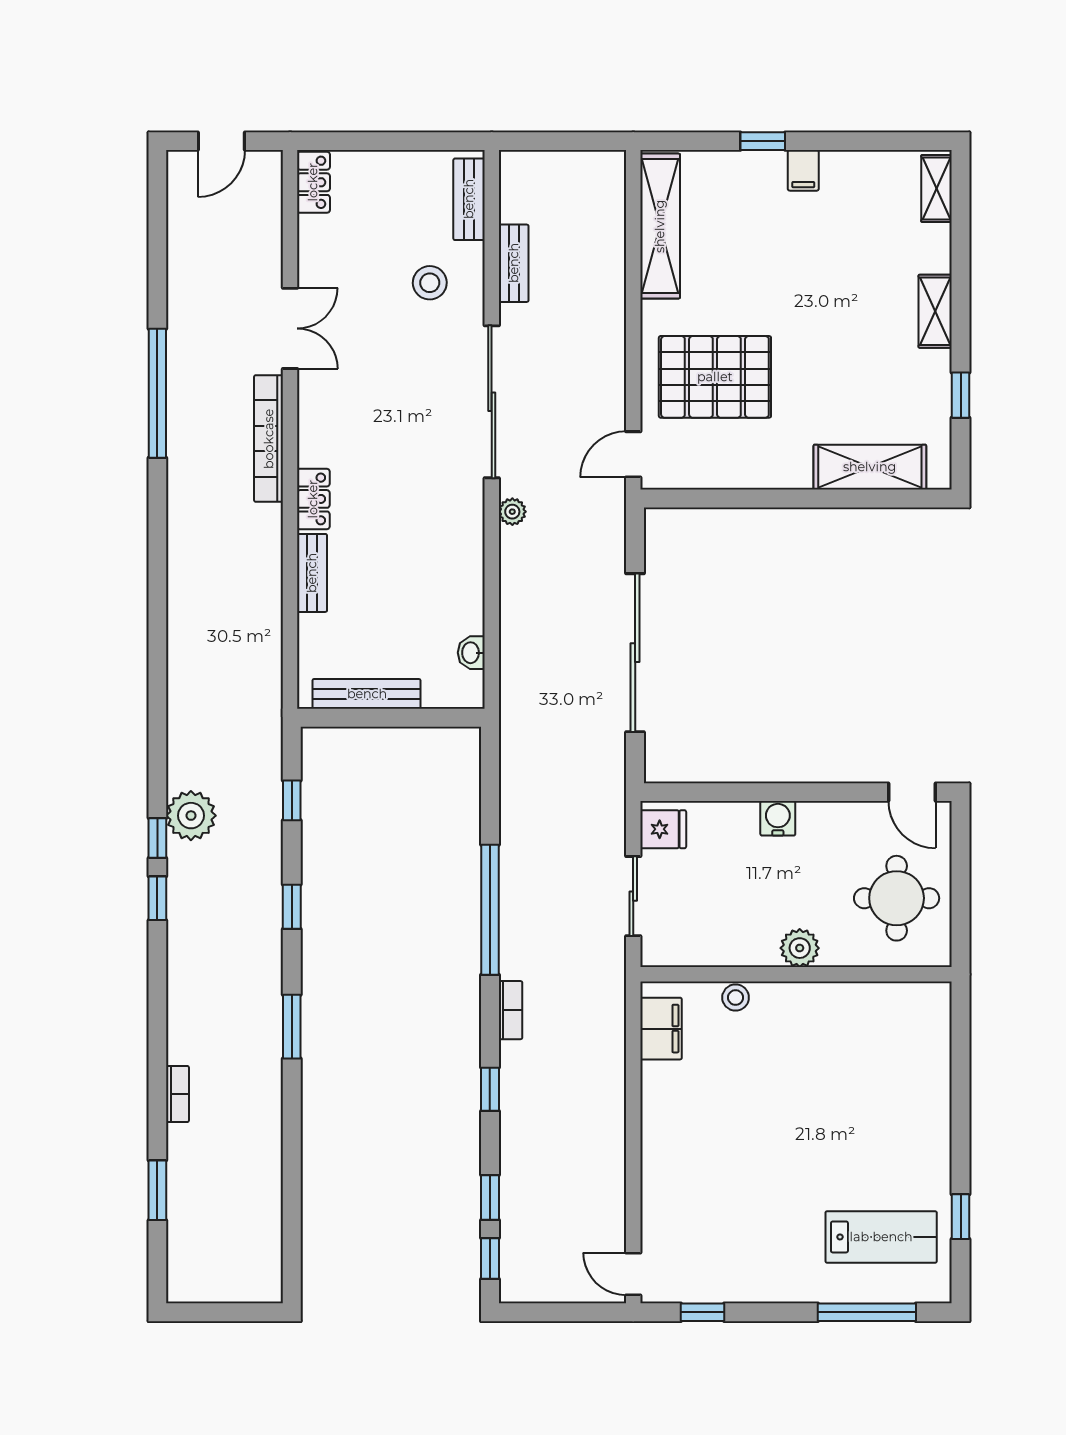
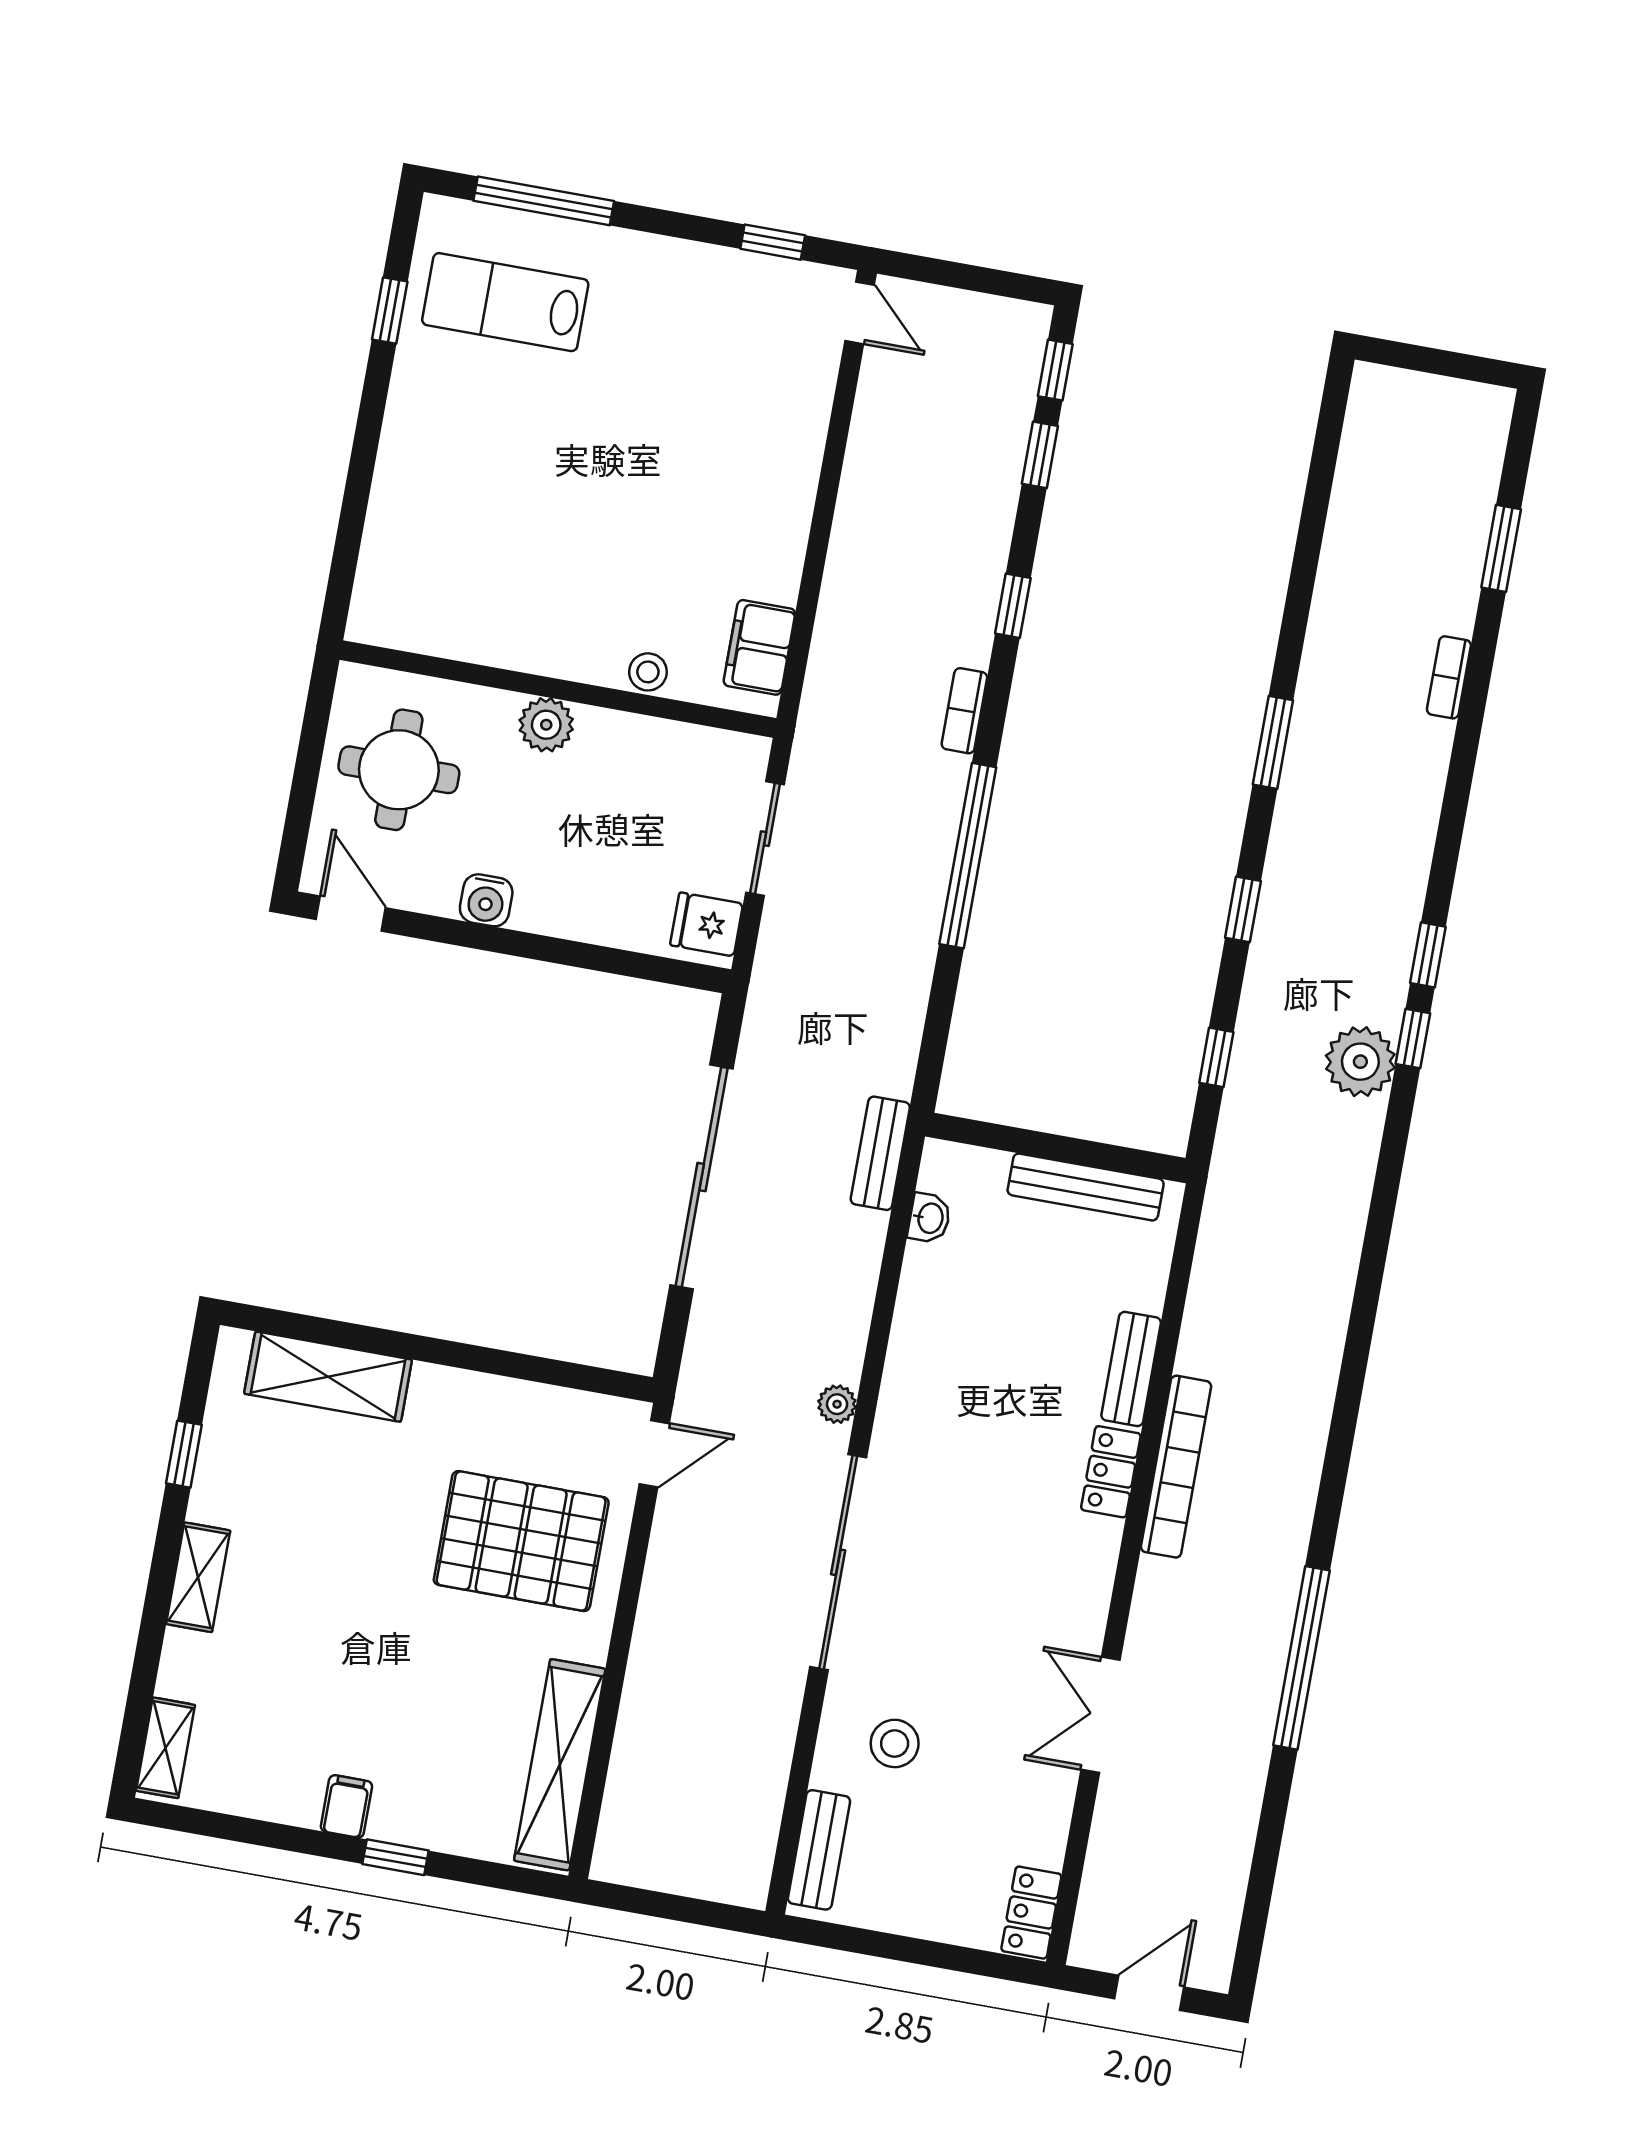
bench: (514, 263) -> (880, 1153), moved
bookcase: (269, 439) -> (1176, 1467), moved
water cooler: (778, 818) -> (486, 900), moved

